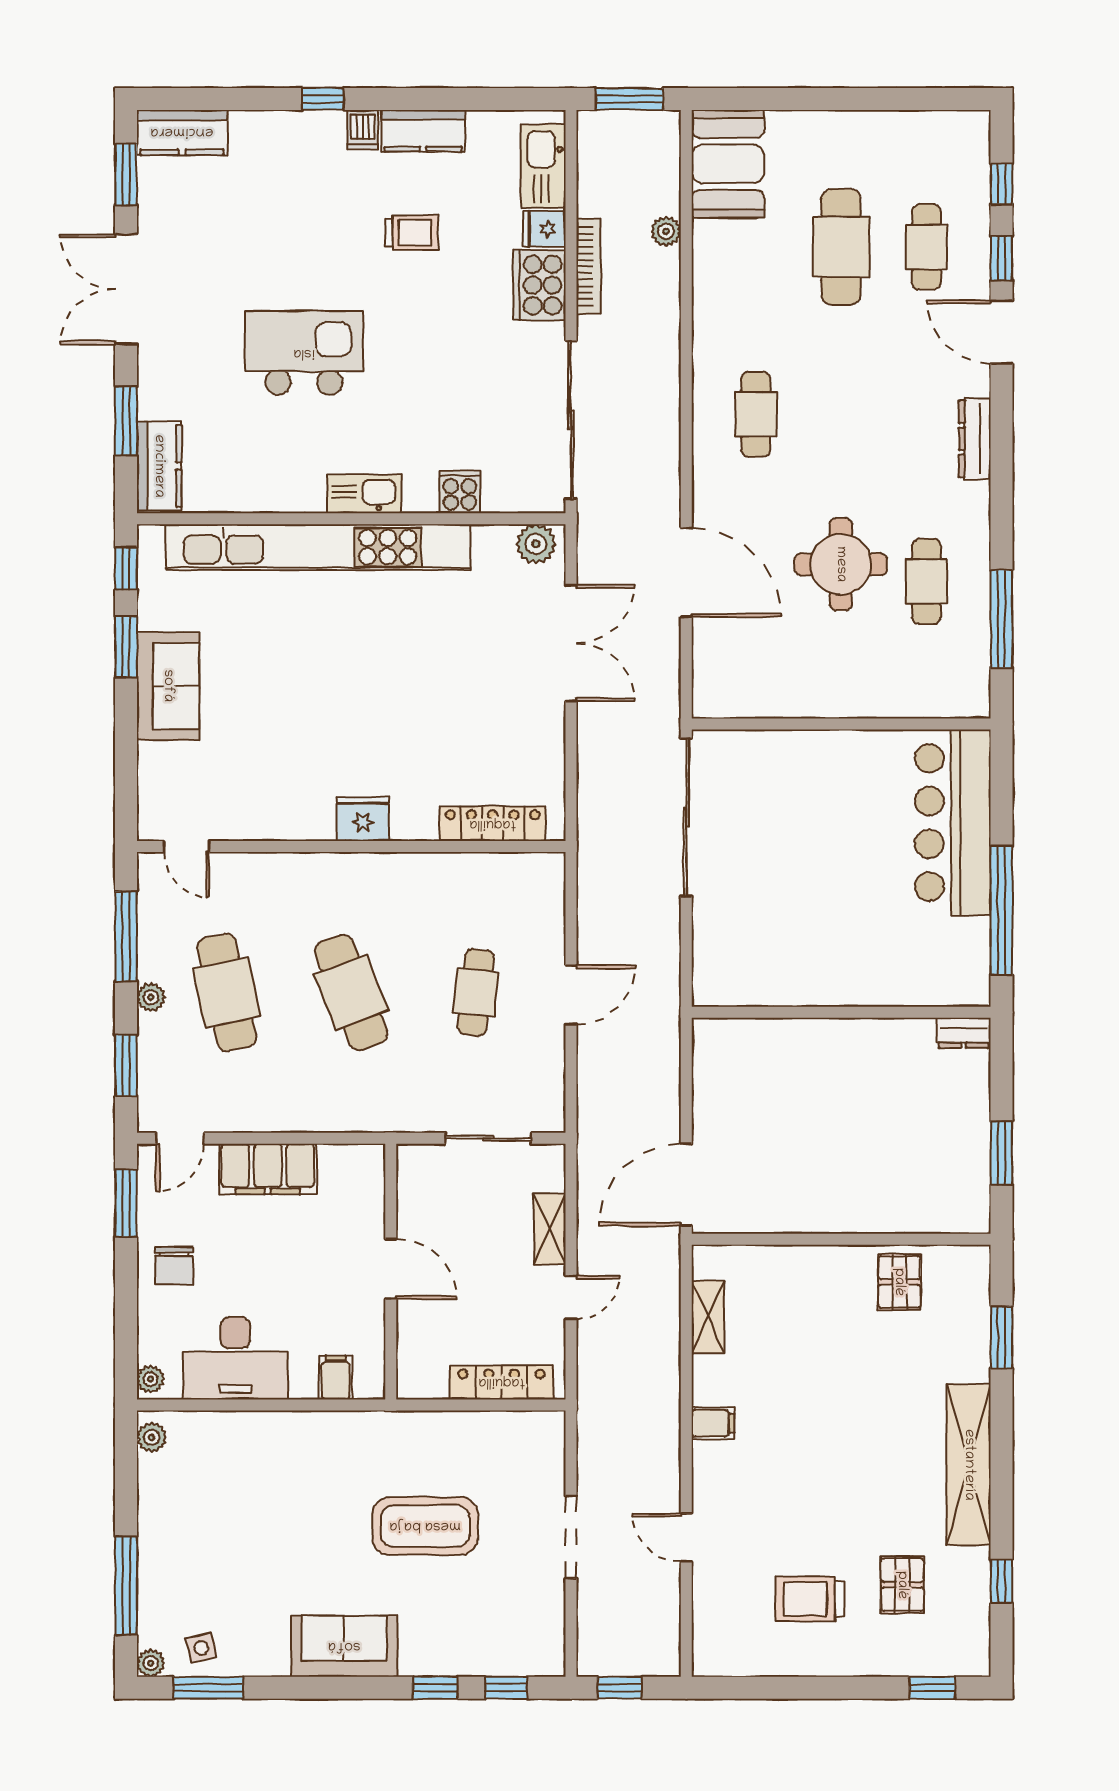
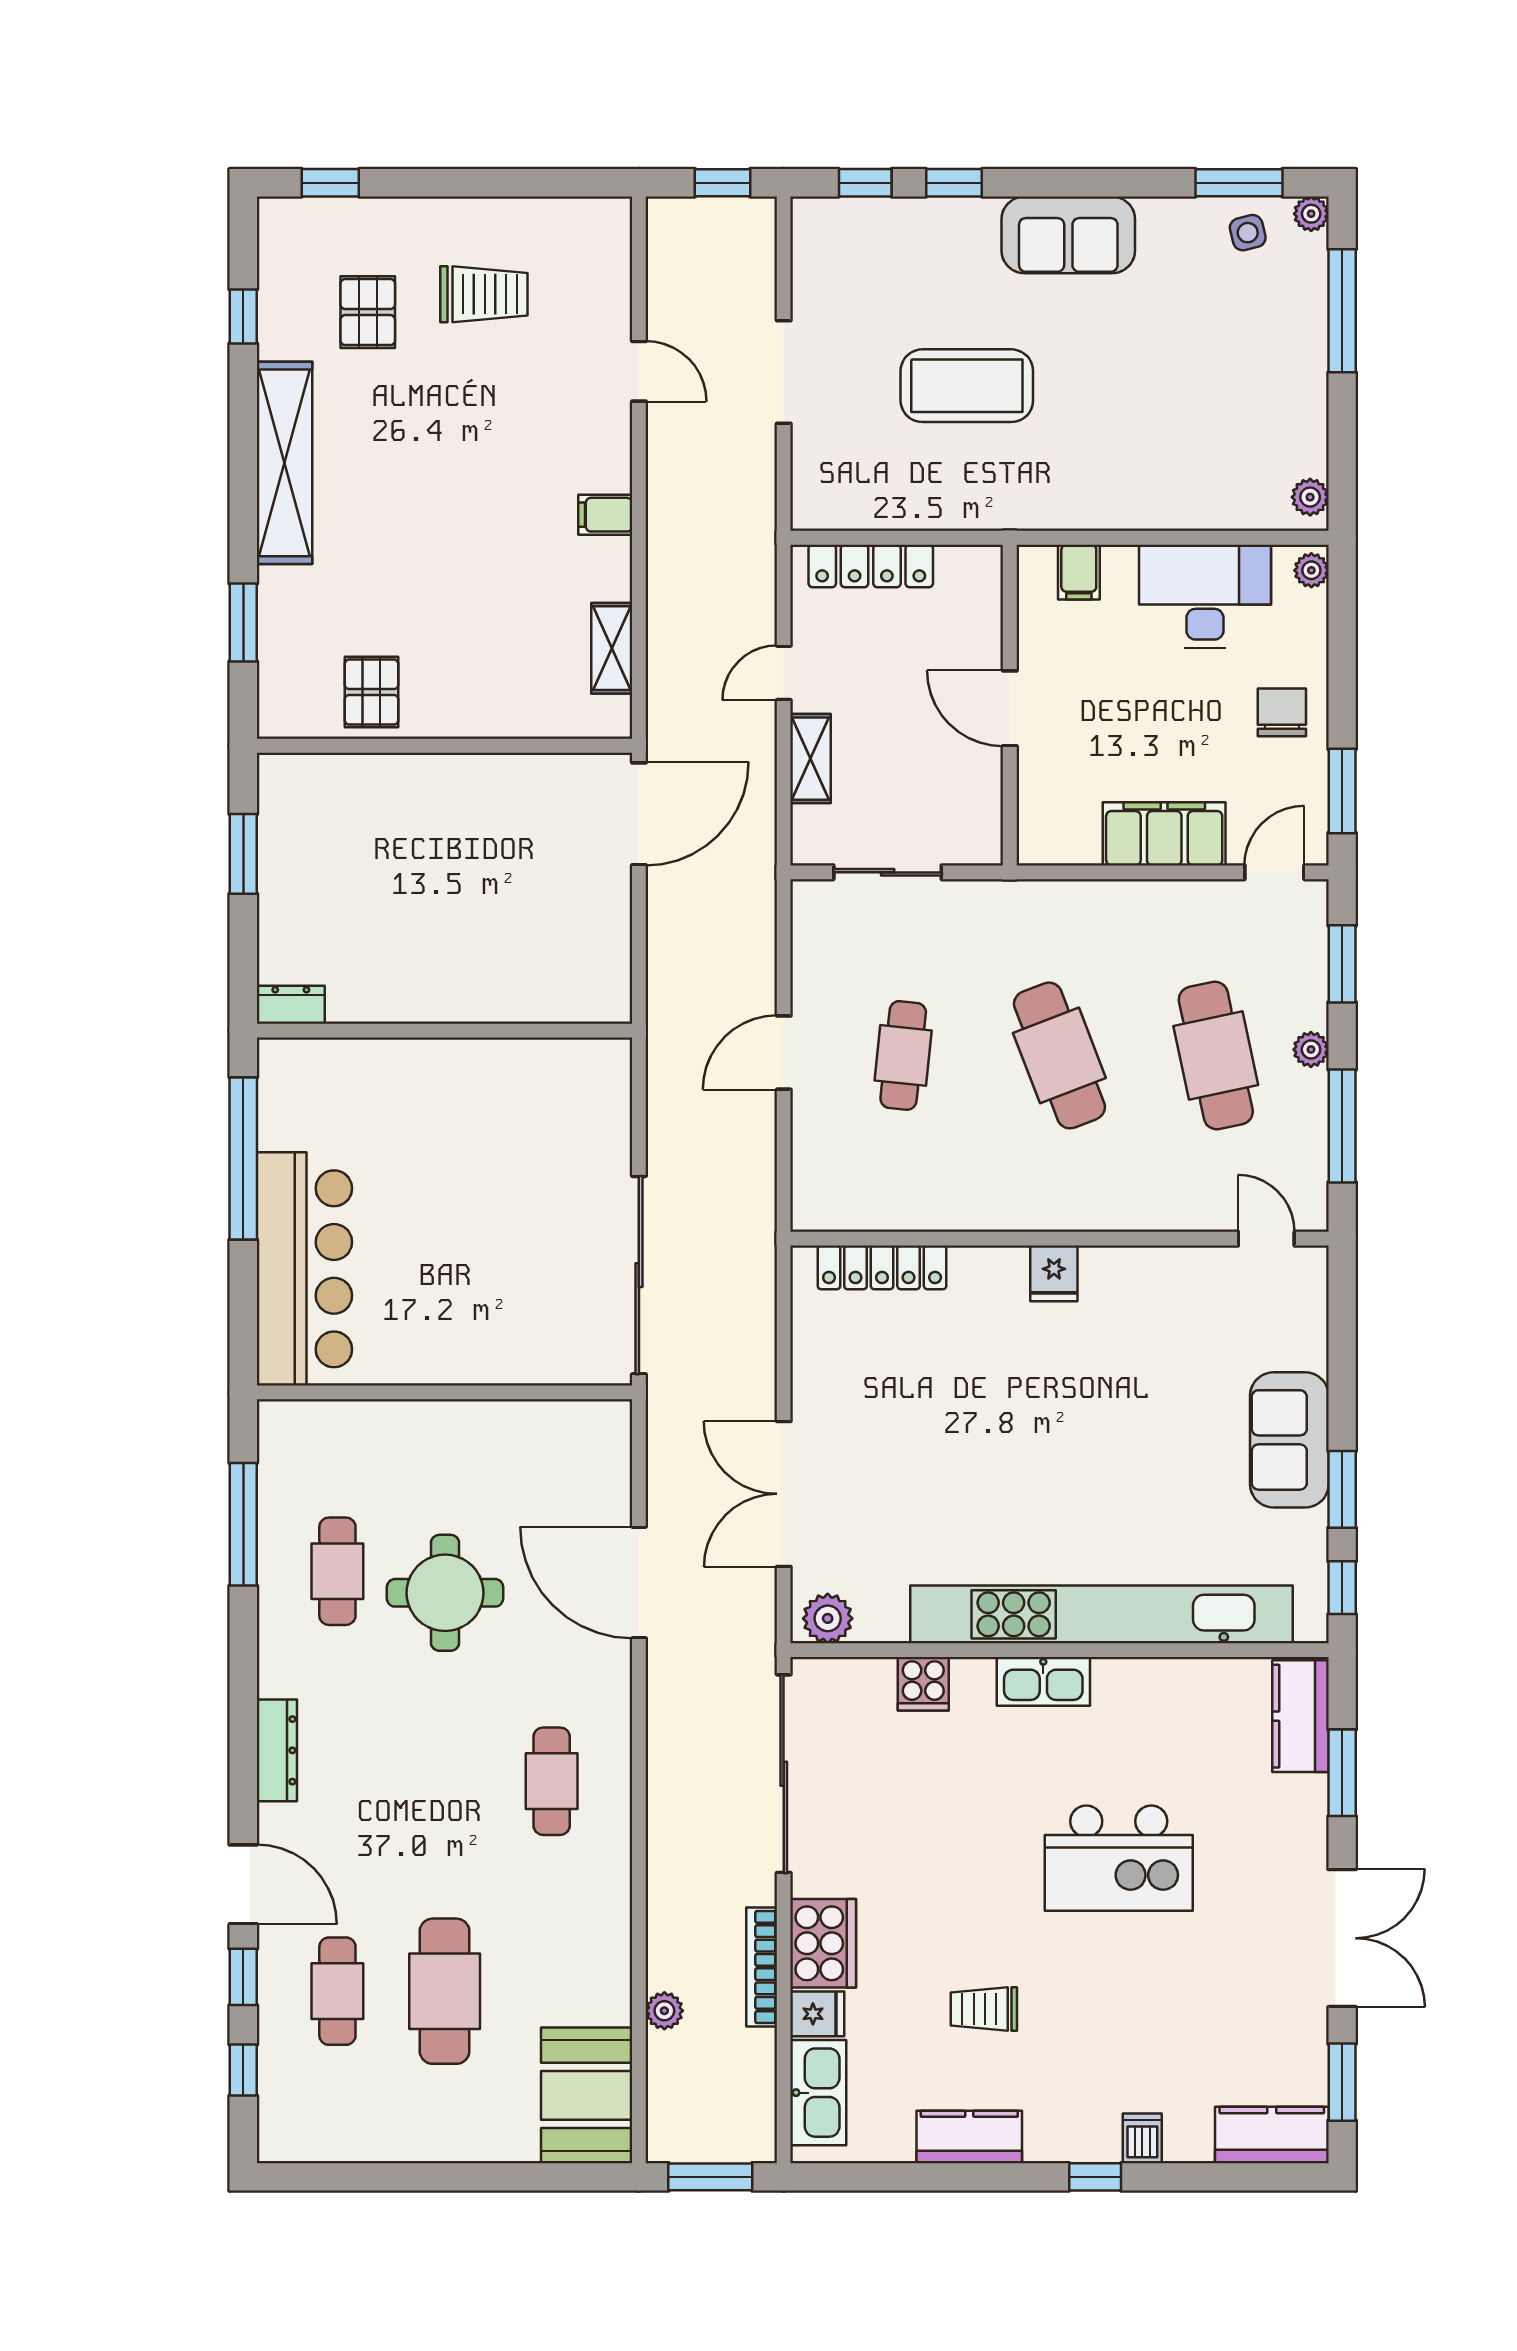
dishwasher: (363, 130) -> (1142, 2138), moved
fridge: (363, 819) -> (1054, 1273), width x0.72

